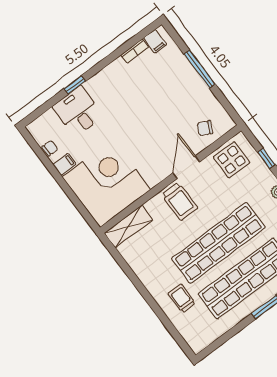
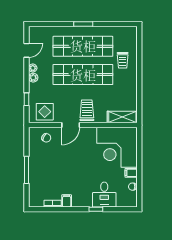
filing cabinet: (155, 41) -> (67, 201), moved

